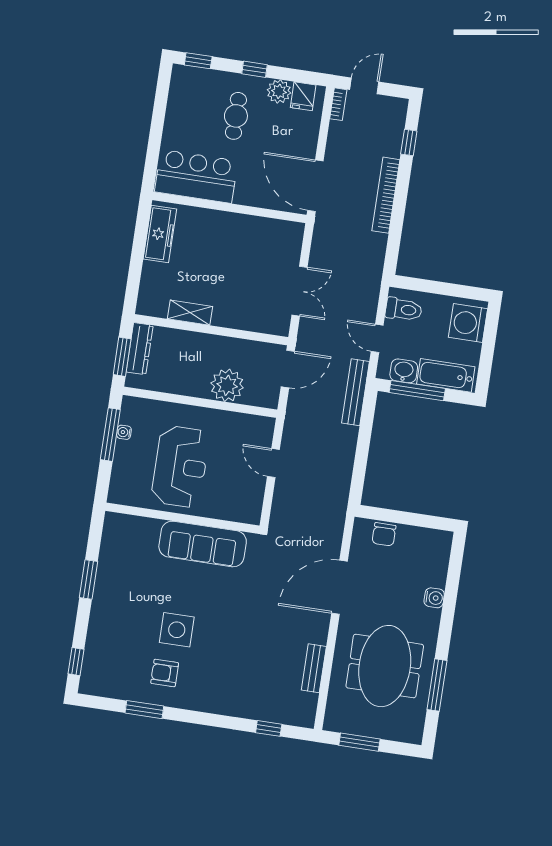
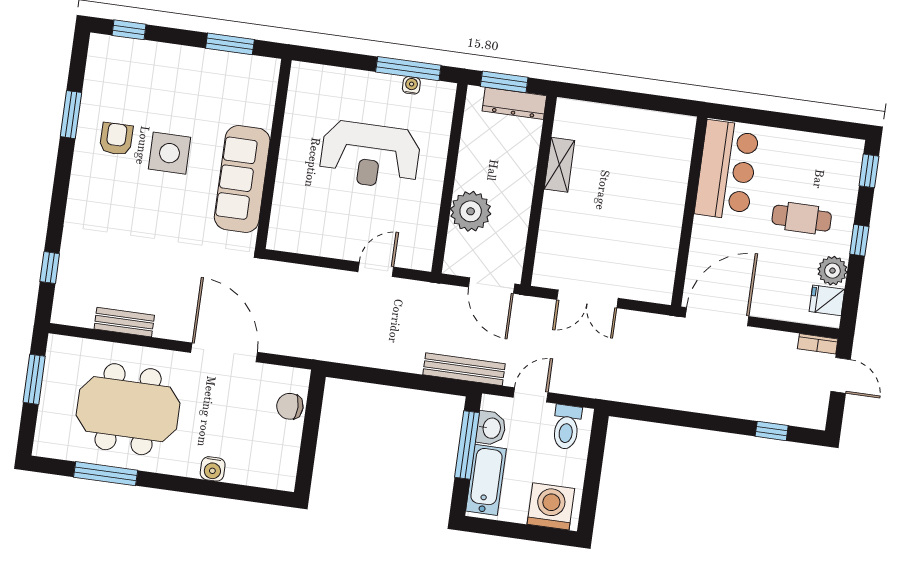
bookcase: (386, 195) -> (707, 404), removed
freezer: (160, 234) -> (656, 126), removed
wall: (182, 518) -> (273, 154), moved
sofa: (203, 544) -> (242, 179), moved

